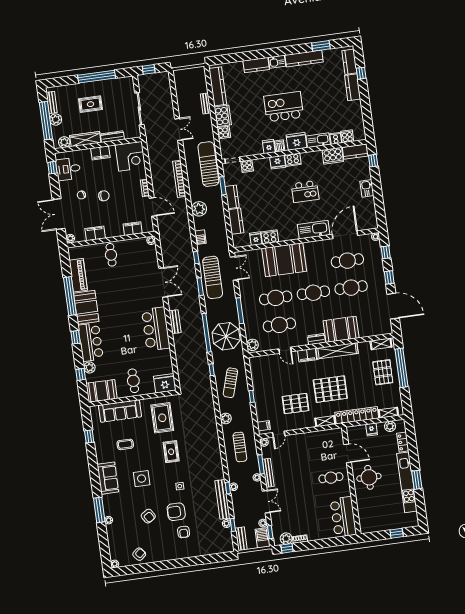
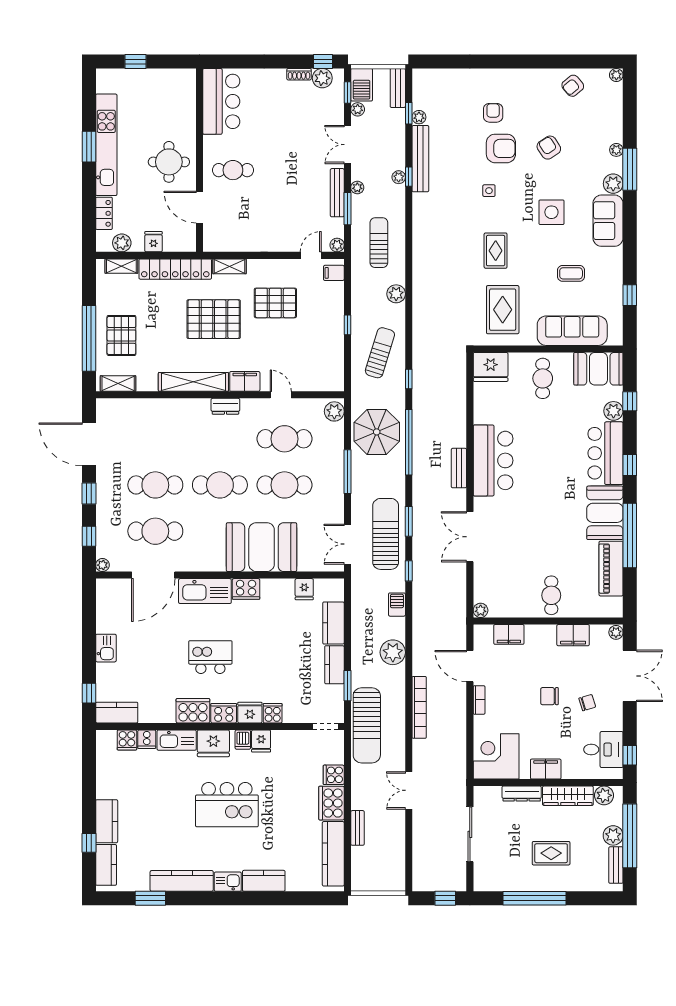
cooker: (333, 156) -> (193, 711), moved
cooker: (247, 166) -> (273, 713), moved
cooker: (270, 237) -> (246, 589), moved
booth: (341, 329) -> (182, 417), removed
plant: (108, 500) -> (613, 184), added

